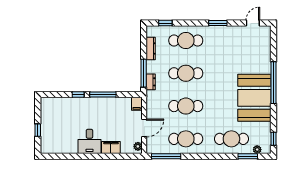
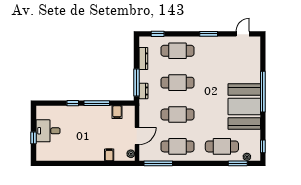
filing cabinet: (137, 104) -> (117, 112), moved
desk: (89, 141) -> (48, 131), moved, turned 90
filing cabinet: (111, 147) -> (109, 155), width x0.50

